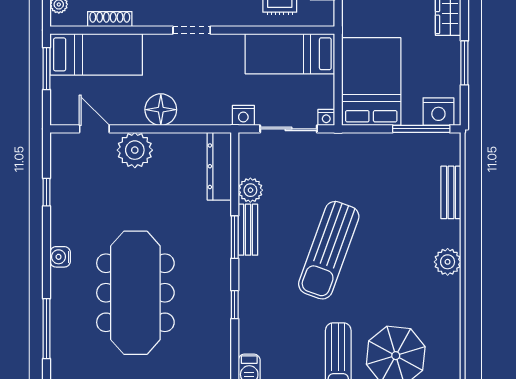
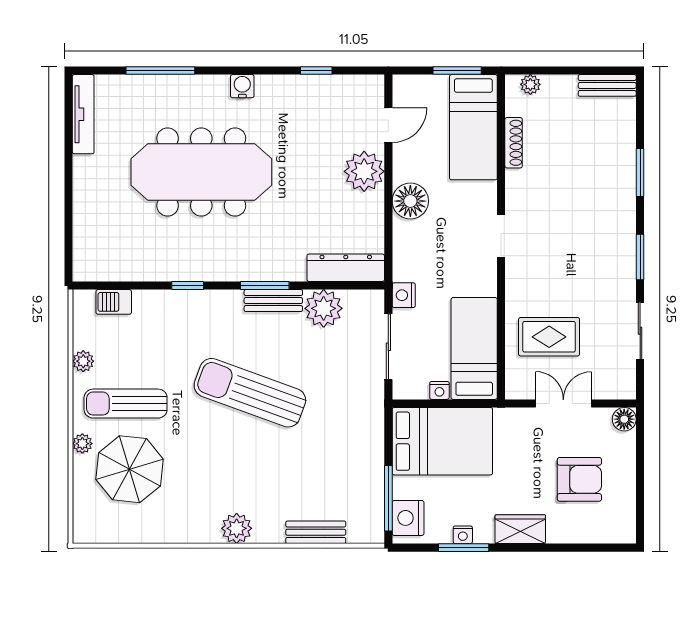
nightstand: (453, 64) -> (463, 535), added
nightstand: (326, 117) -> (439, 390), moved, turned -90
plant: (250, 190) -> (324, 308), width x1.36, depth x1.36

